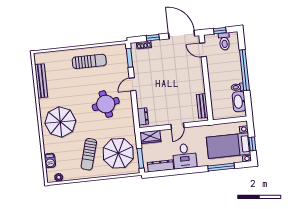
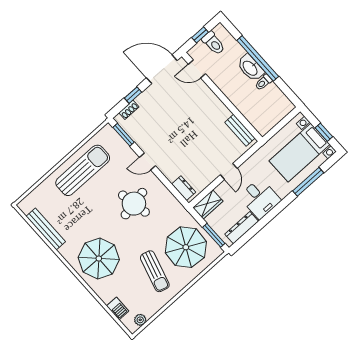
sun lounger: (89, 61) -> (83, 170), width x1.36, depth x1.34
door: (132, 84) -> (148, 161), hinge flipped
washbasin: (239, 102) -> (250, 68), moved

